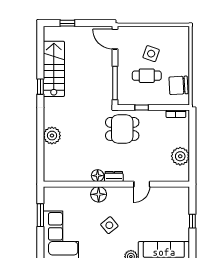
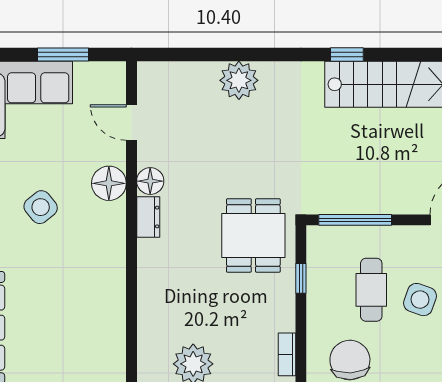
door: (142, 184) -> (131, 123), moved

